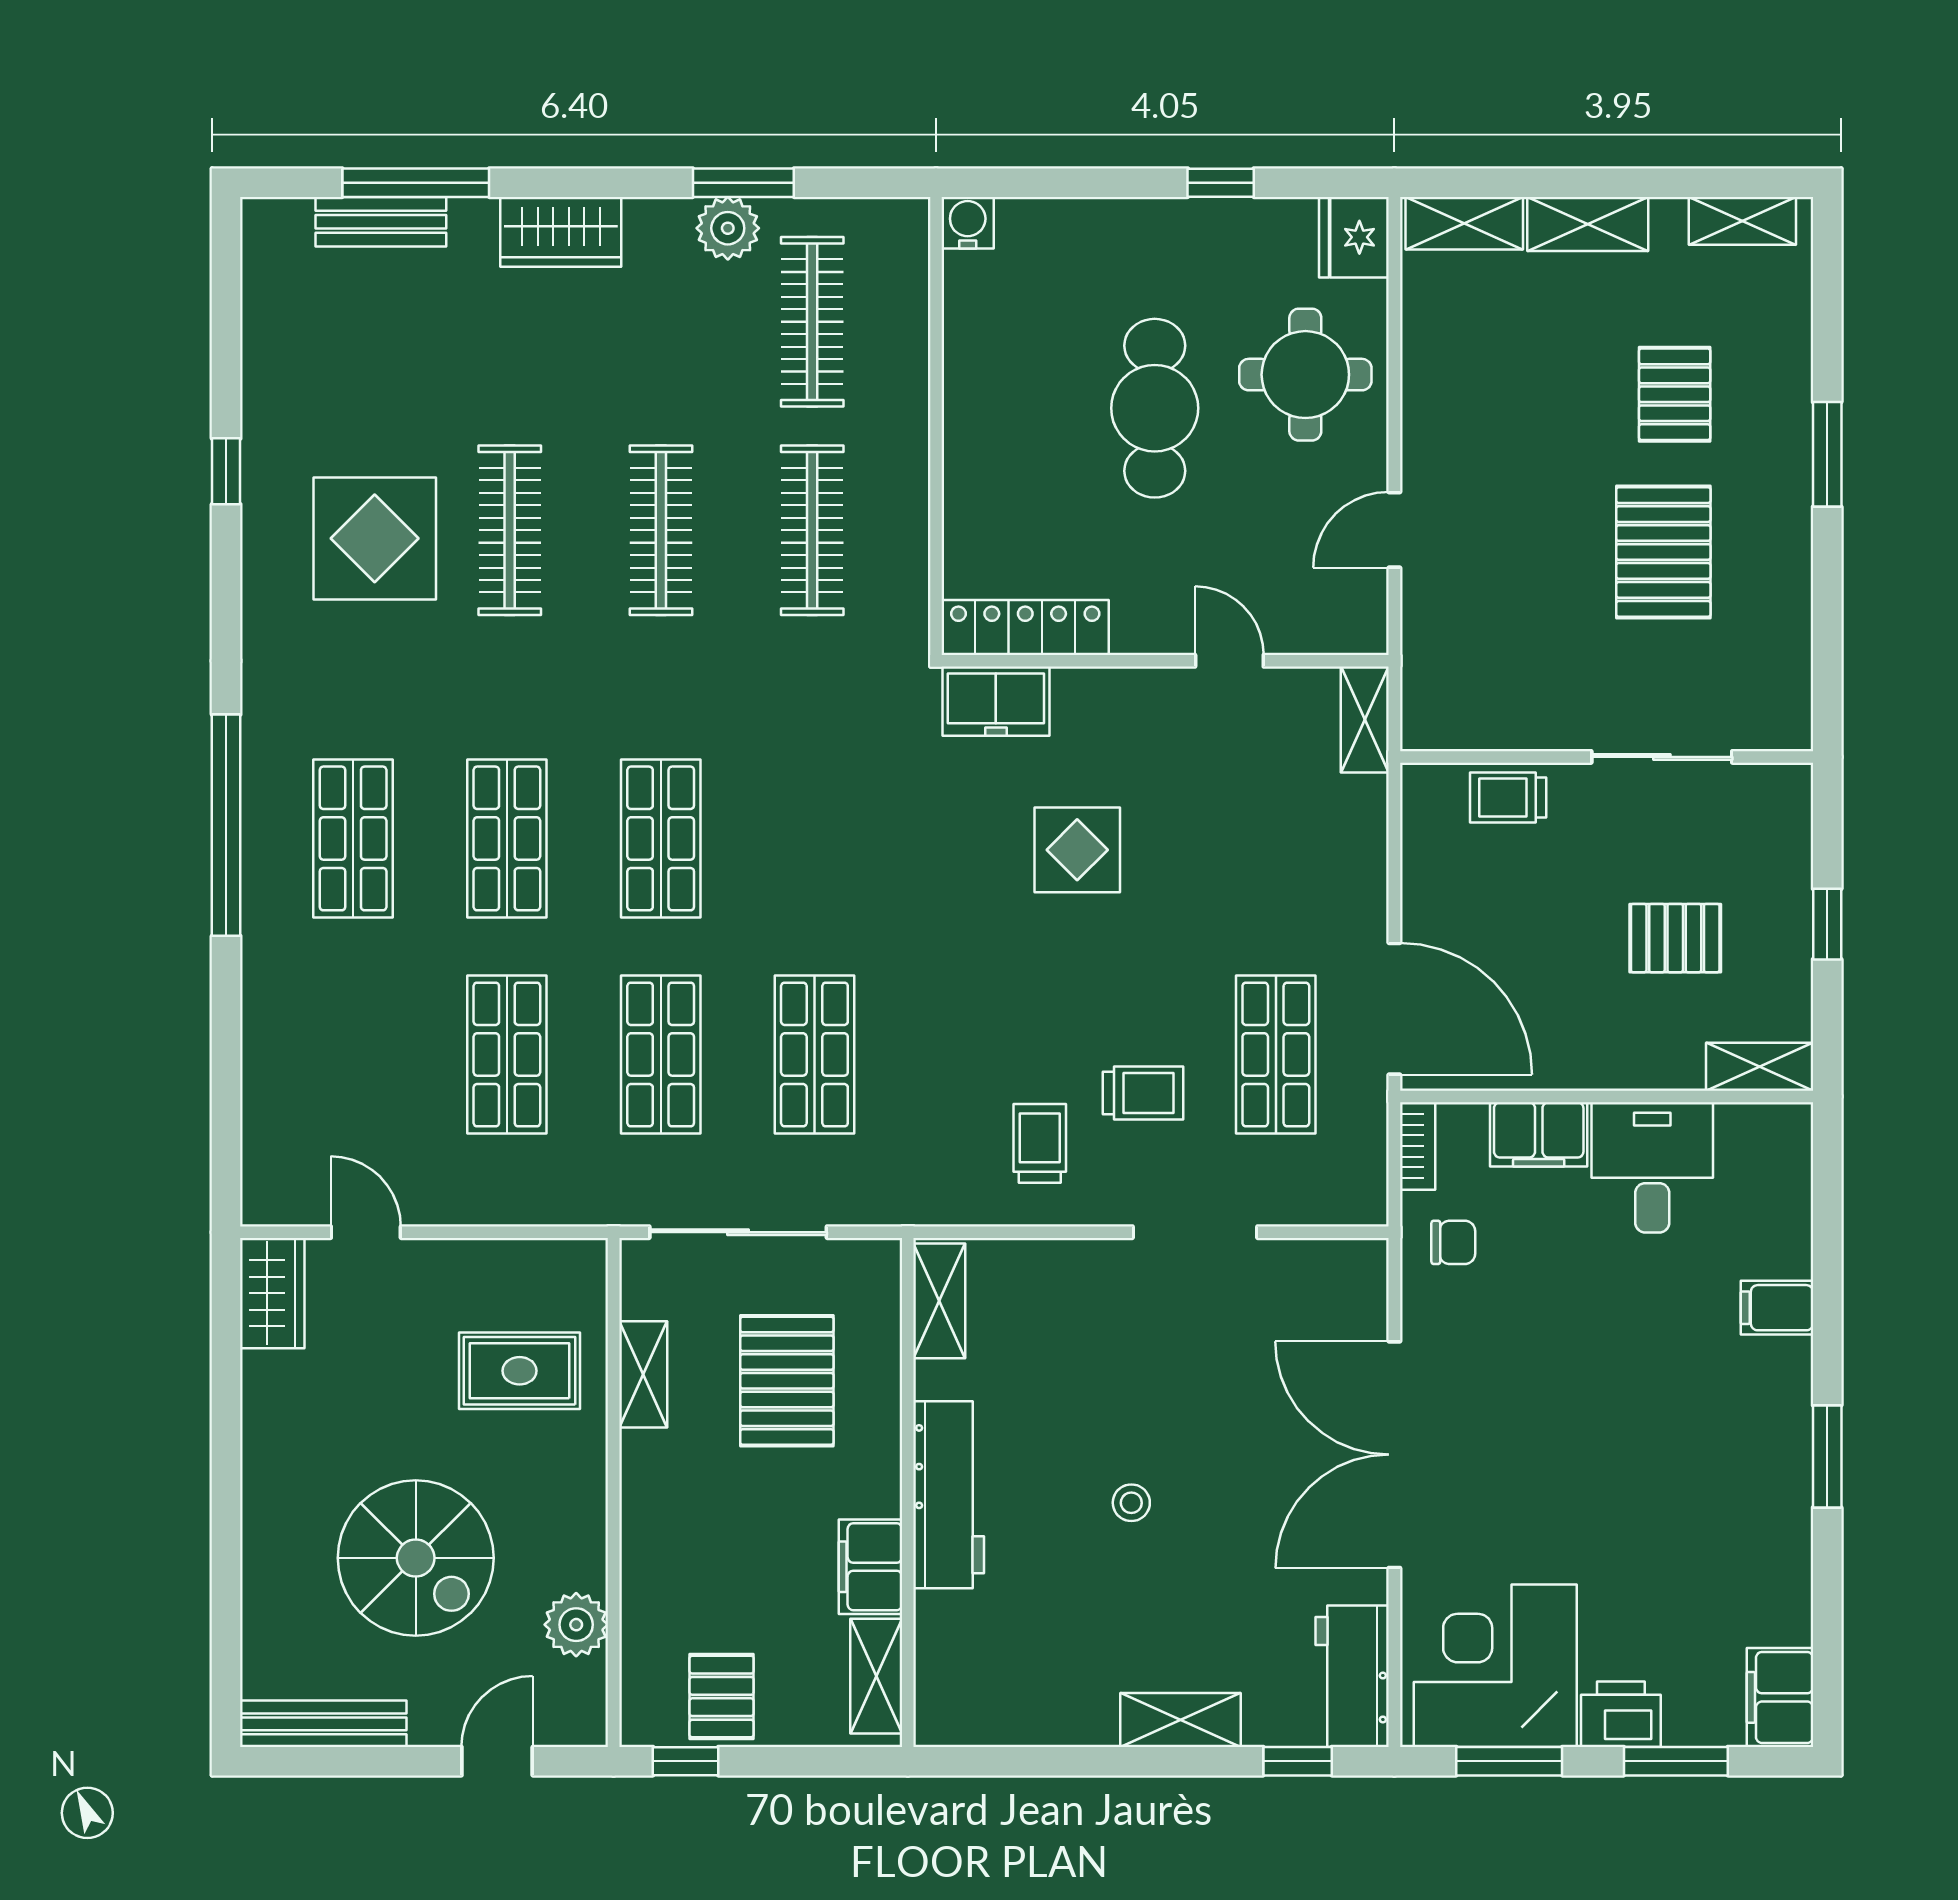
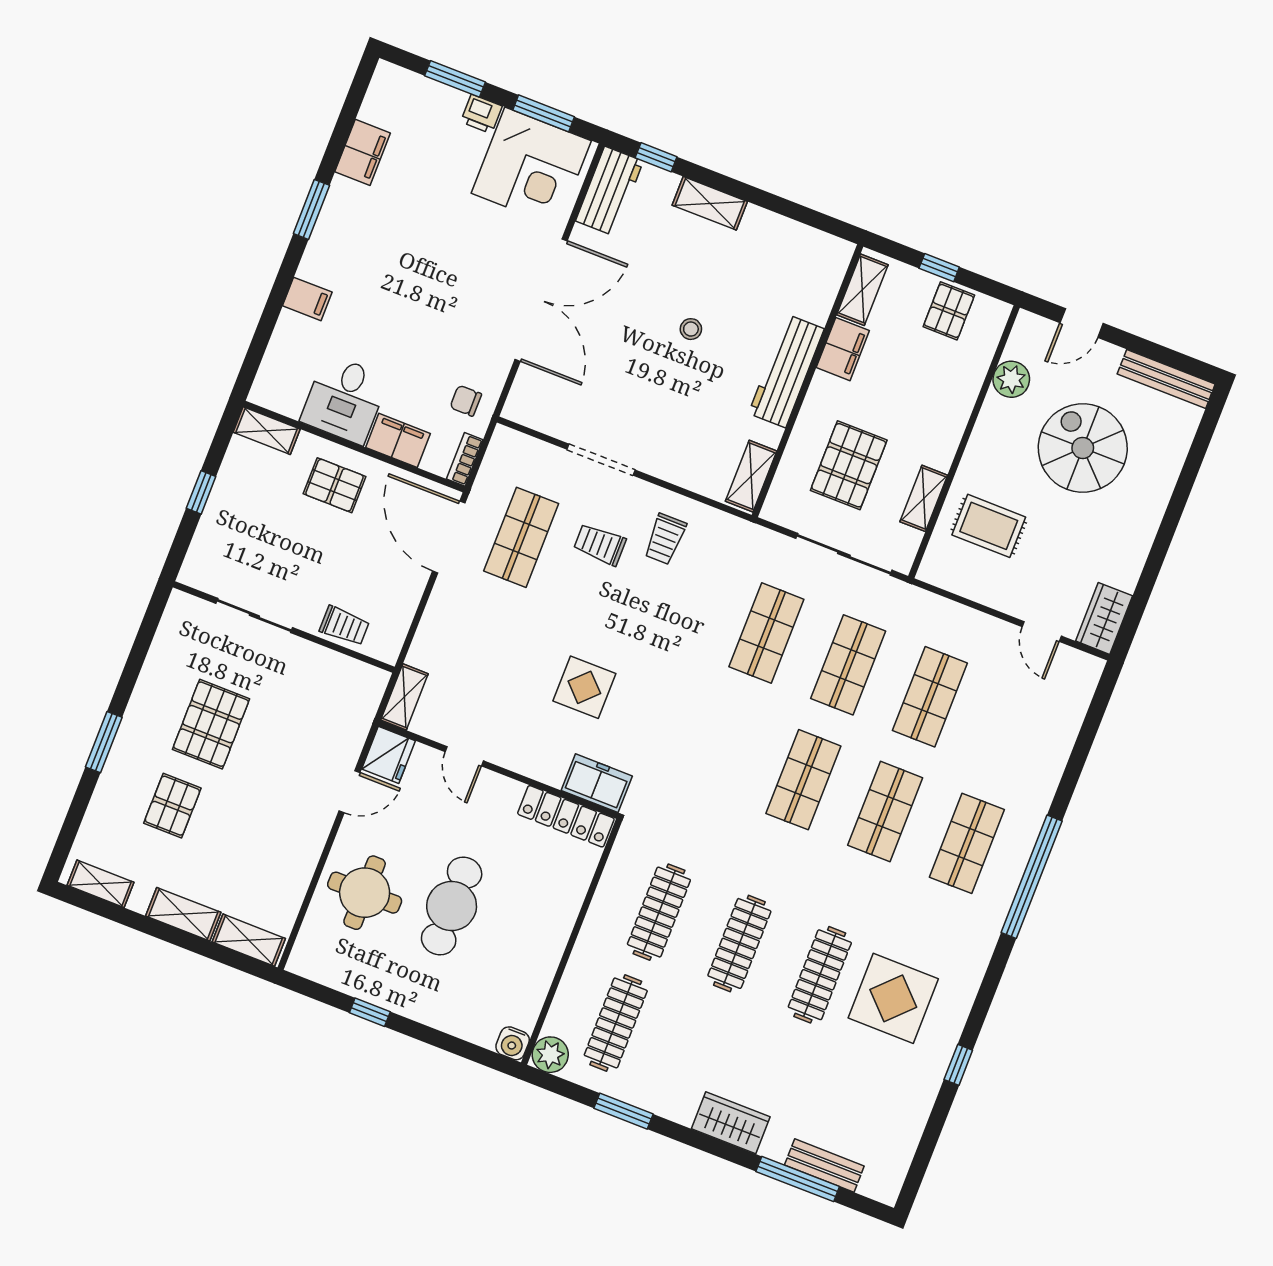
plant: (728, 228) -> (550, 1055), moved
fridge: (1354, 237) -> (389, 755), moved
pallet: (1675, 938) -> (334, 485), moved
filing cabinet: (1780, 1697) -> (363, 152), moved
printer: (1621, 1714) -> (481, 114), width x0.73, depth x0.81
window: (686, 1761) -> (939, 268), moved

